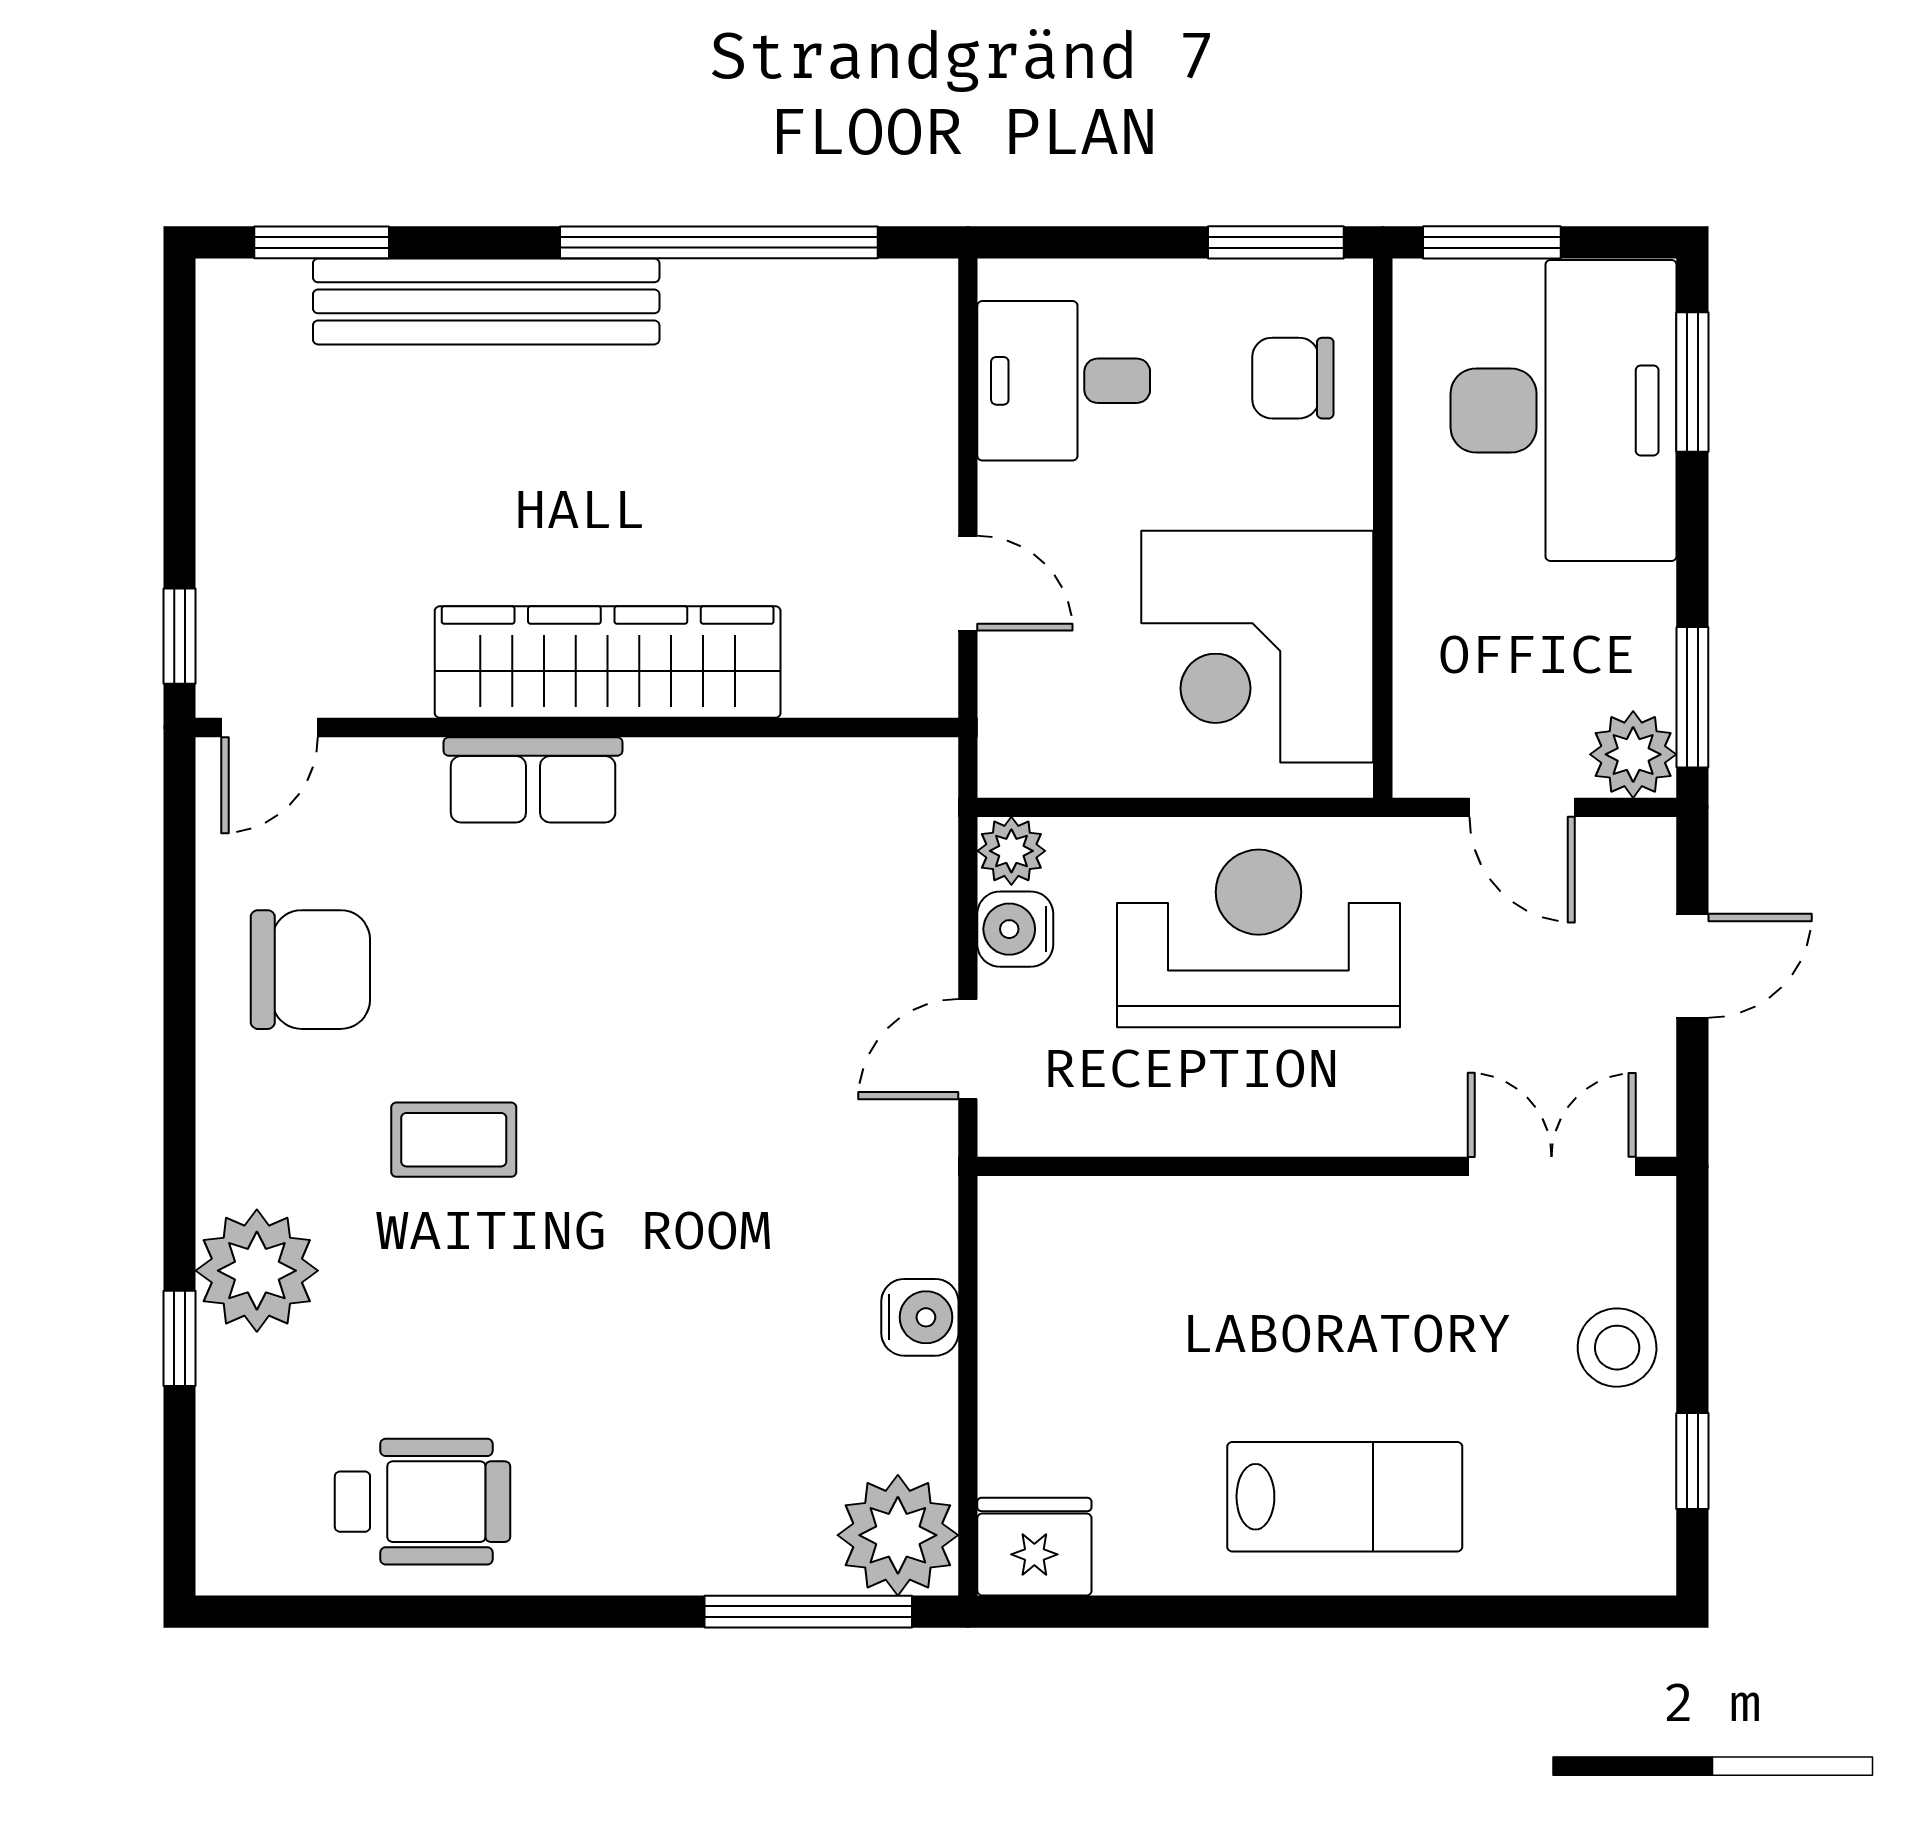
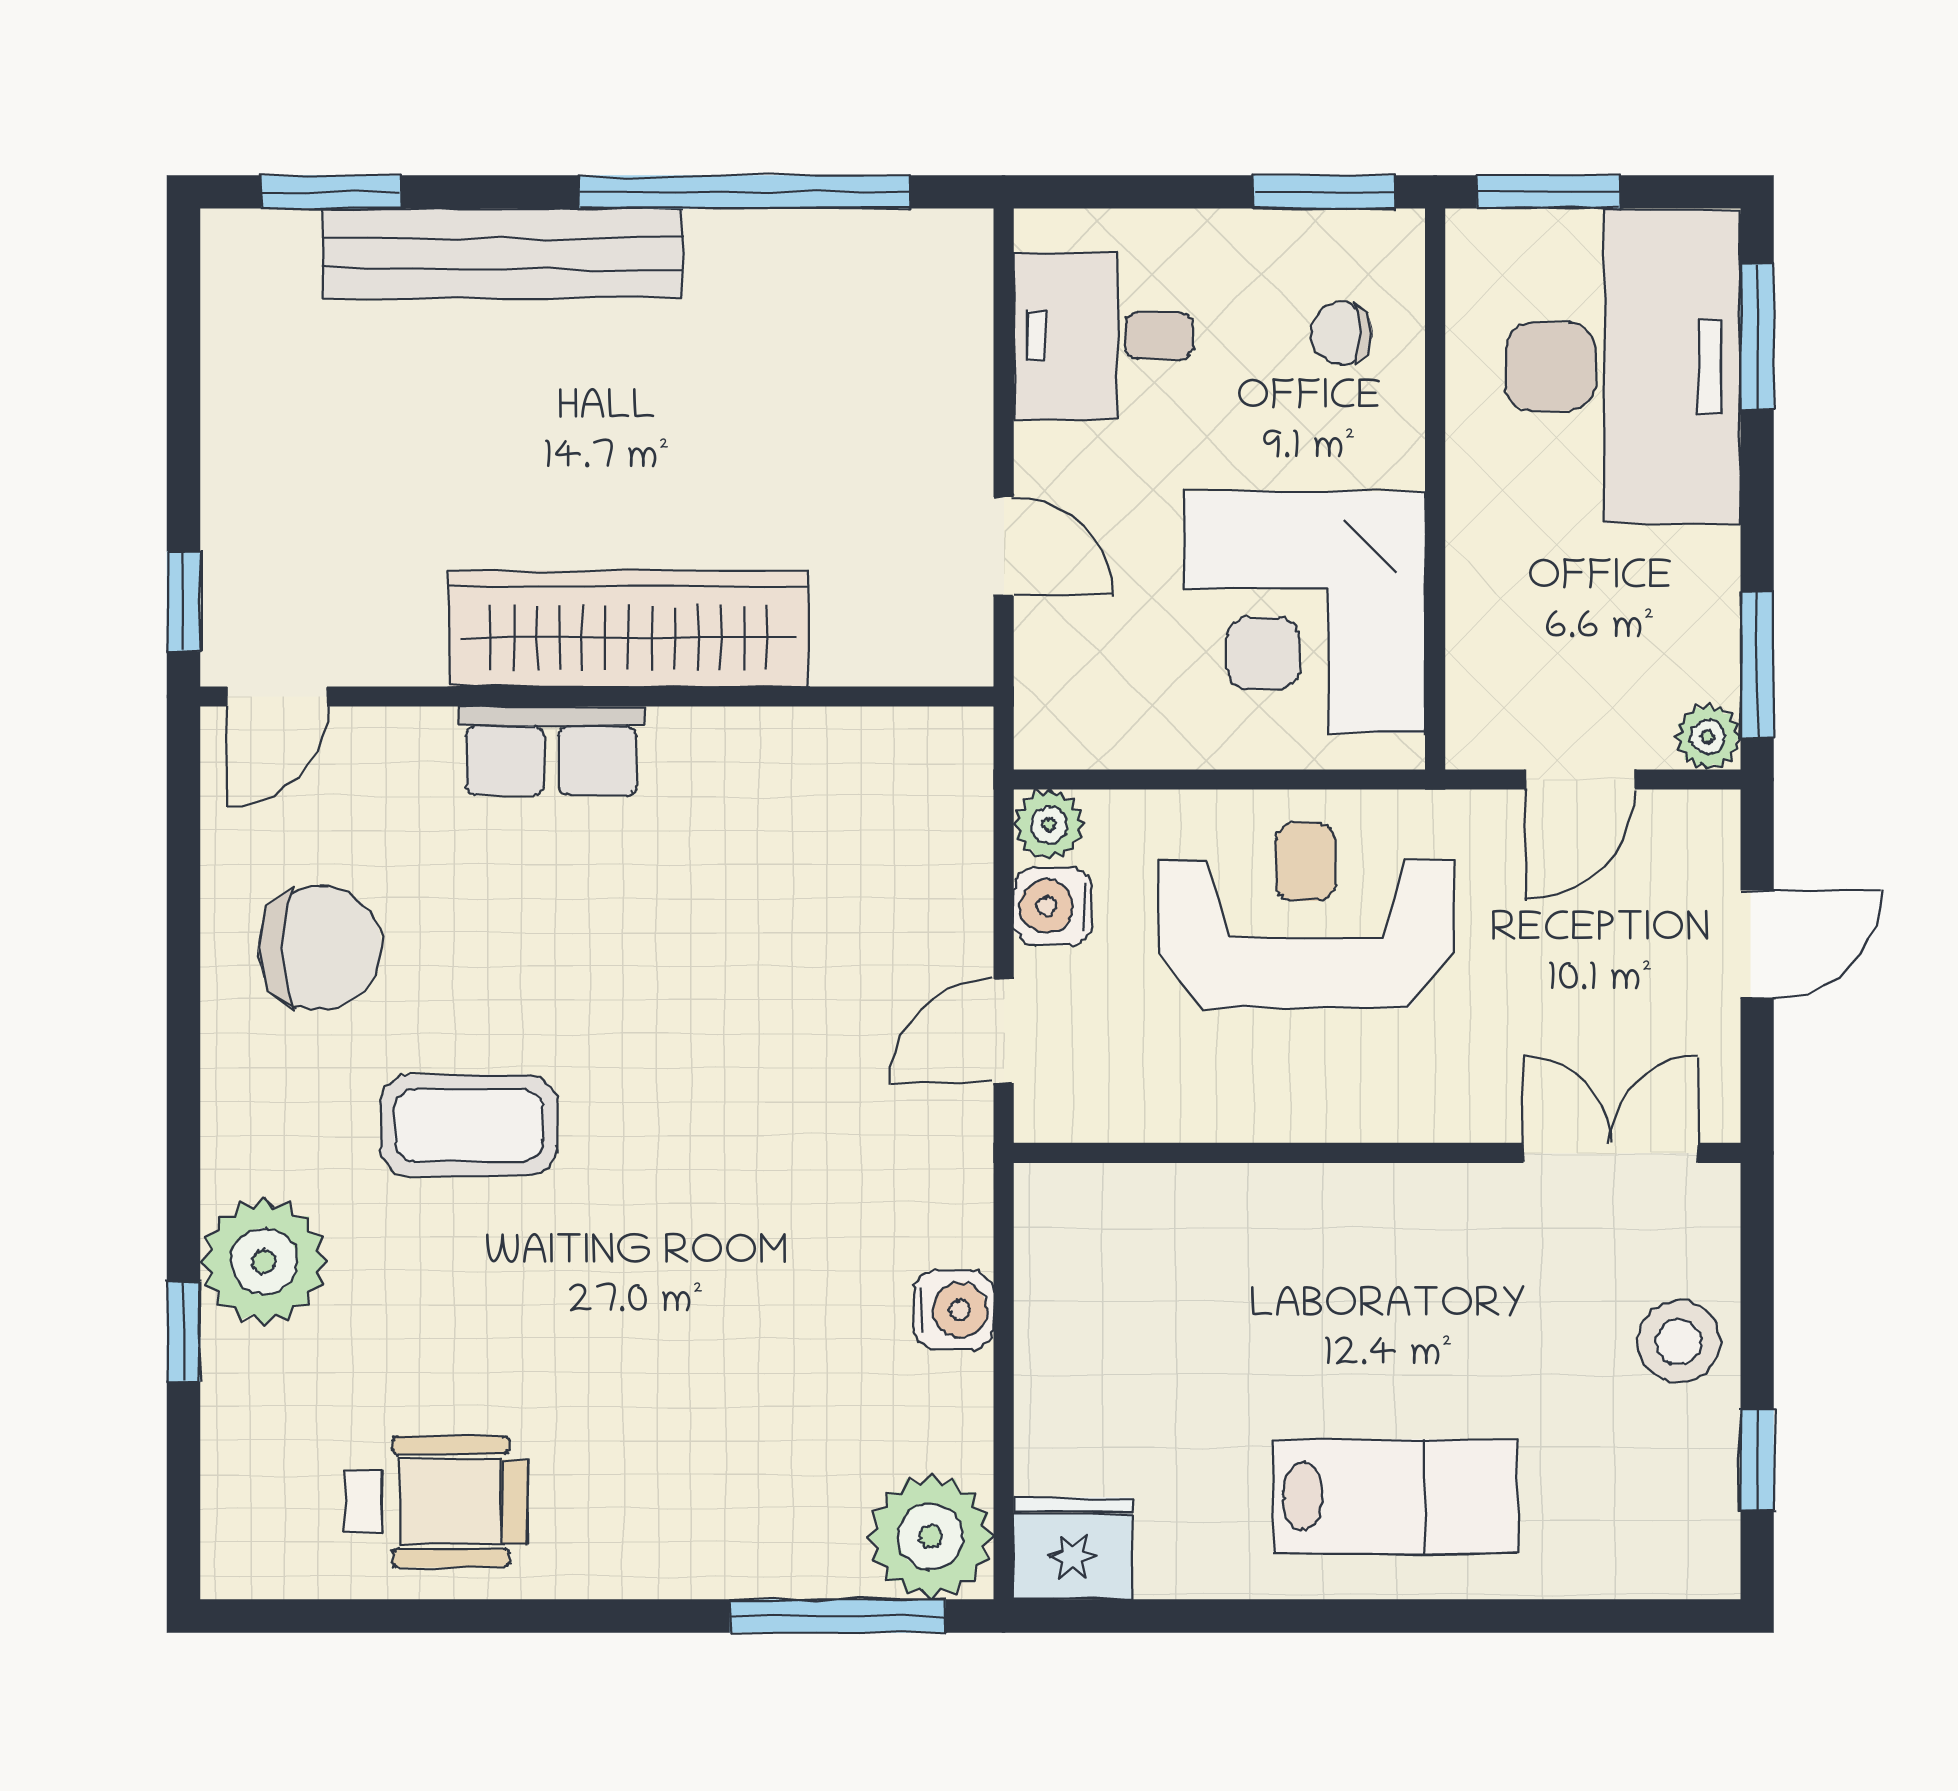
chair: (1293, 378) -> (1342, 333), width x0.73, depth x0.73
plant: (1633, 754) -> (1708, 737), width x0.73, depth x0.73
door: (1522, 807) -> (1580, 779), hinge flipped
coffee table: (454, 1140) -> (469, 1125), width x1.36, depth x1.30

